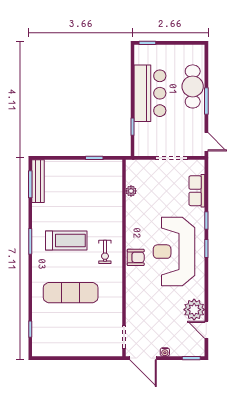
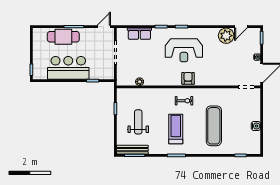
weight bench: (76, 189) -> (138, 122), added
reception desk: (174, 252) -> (184, 50), width x0.74, depth x0.77
water cooler: (70, 350) -> (256, 126), added

